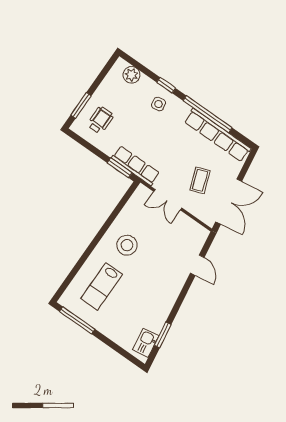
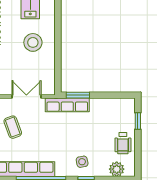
window: (81, 105) -> (138, 121), width x0.67
wheelchair: (100, 120) -> (123, 143), moved

